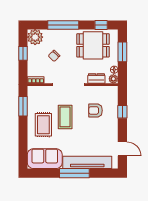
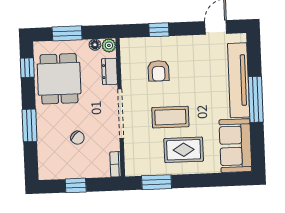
window: (63, 25) -> (30, 125), width x0.69
plant: (35, 37) -> (50, 168), removed

